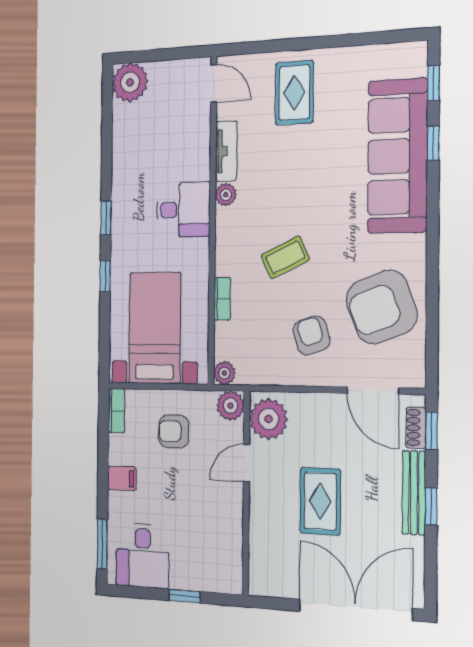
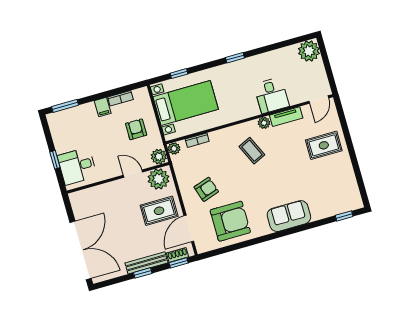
window: (433, 143) -> (315, 224), removed
sofa: (398, 156) -> (289, 216), width x0.54, depth x0.79
desk: (183, 210) -> (271, 95), moved
coffee table: (285, 257) -> (252, 151), moved
window: (105, 276) -> (179, 74), moved
bookcase: (222, 299) -> (197, 140), moved
armchair: (382, 307) -> (230, 221), turned 111
bookcase: (116, 411) -> (120, 98), moved
rug: (320, 501) -> (159, 211), moved
desk: (143, 556) -> (77, 166), moved

